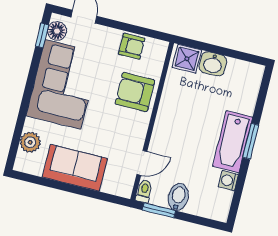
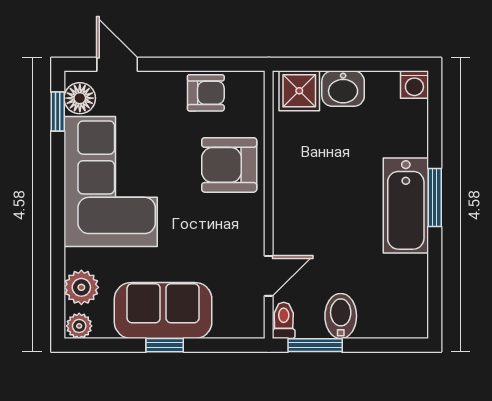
plant: (23, 165) -> (79, 326), added
washing machine: (228, 181) -> (414, 85), moved, turned -90
window: (71, 188) -> (165, 345), added

